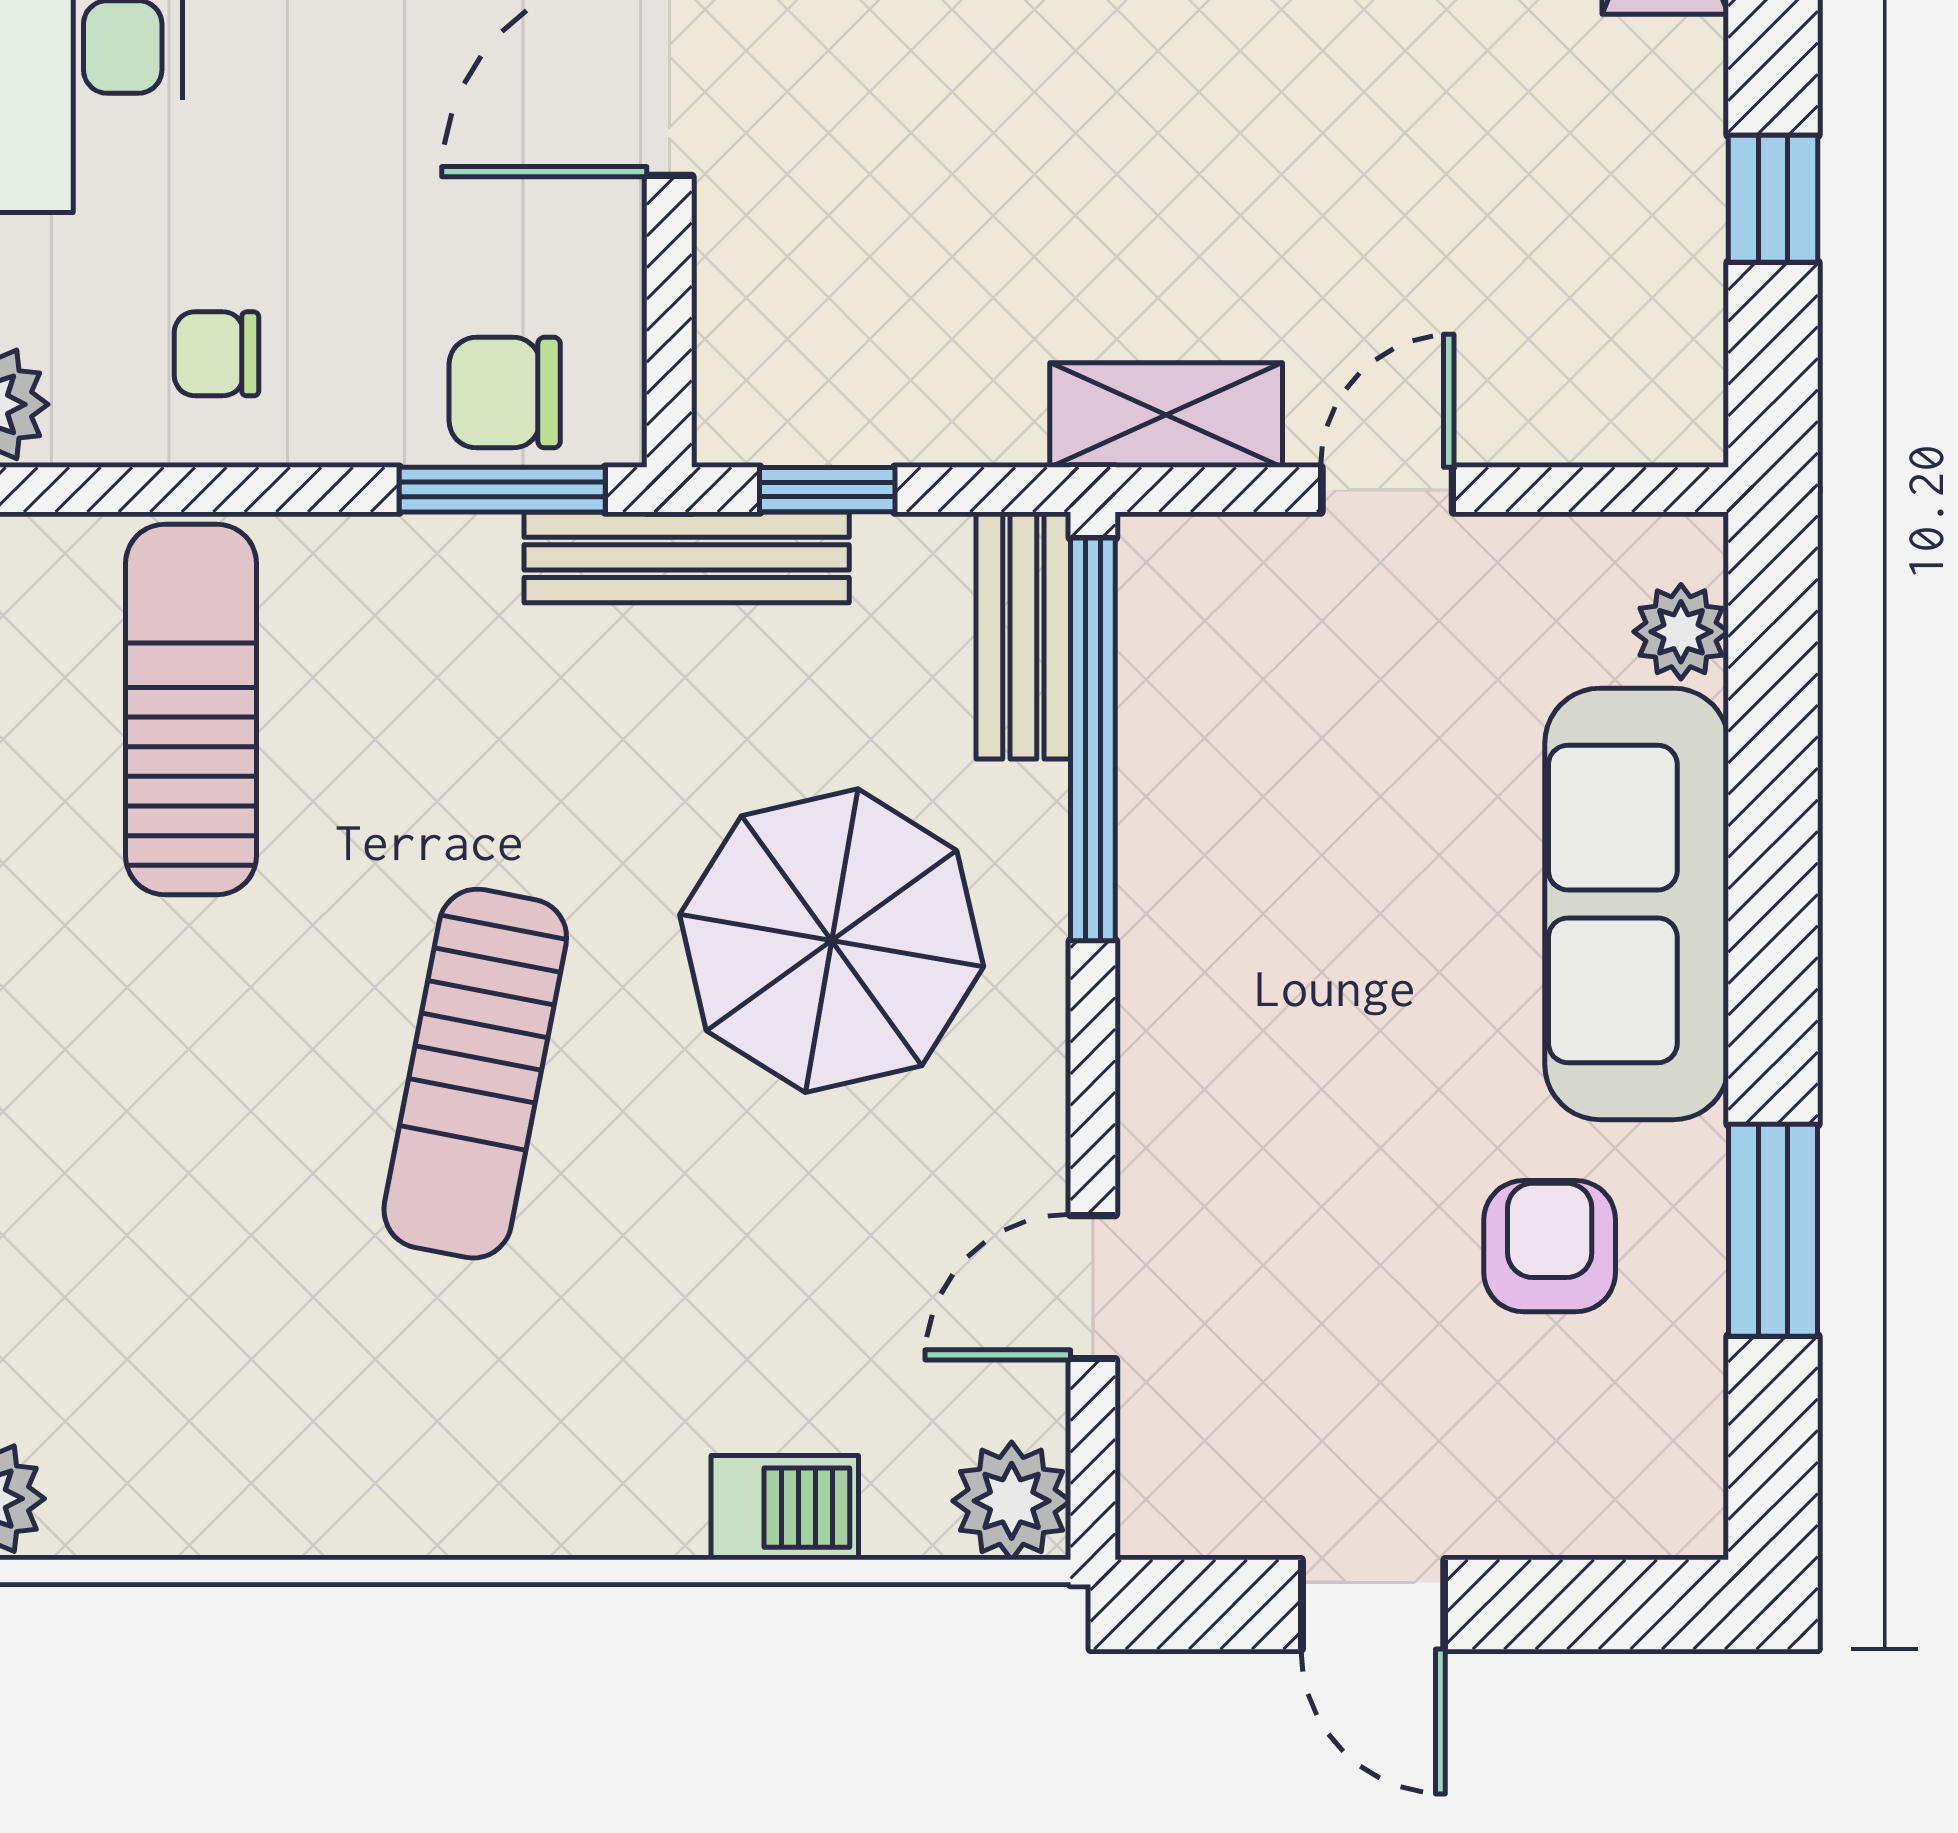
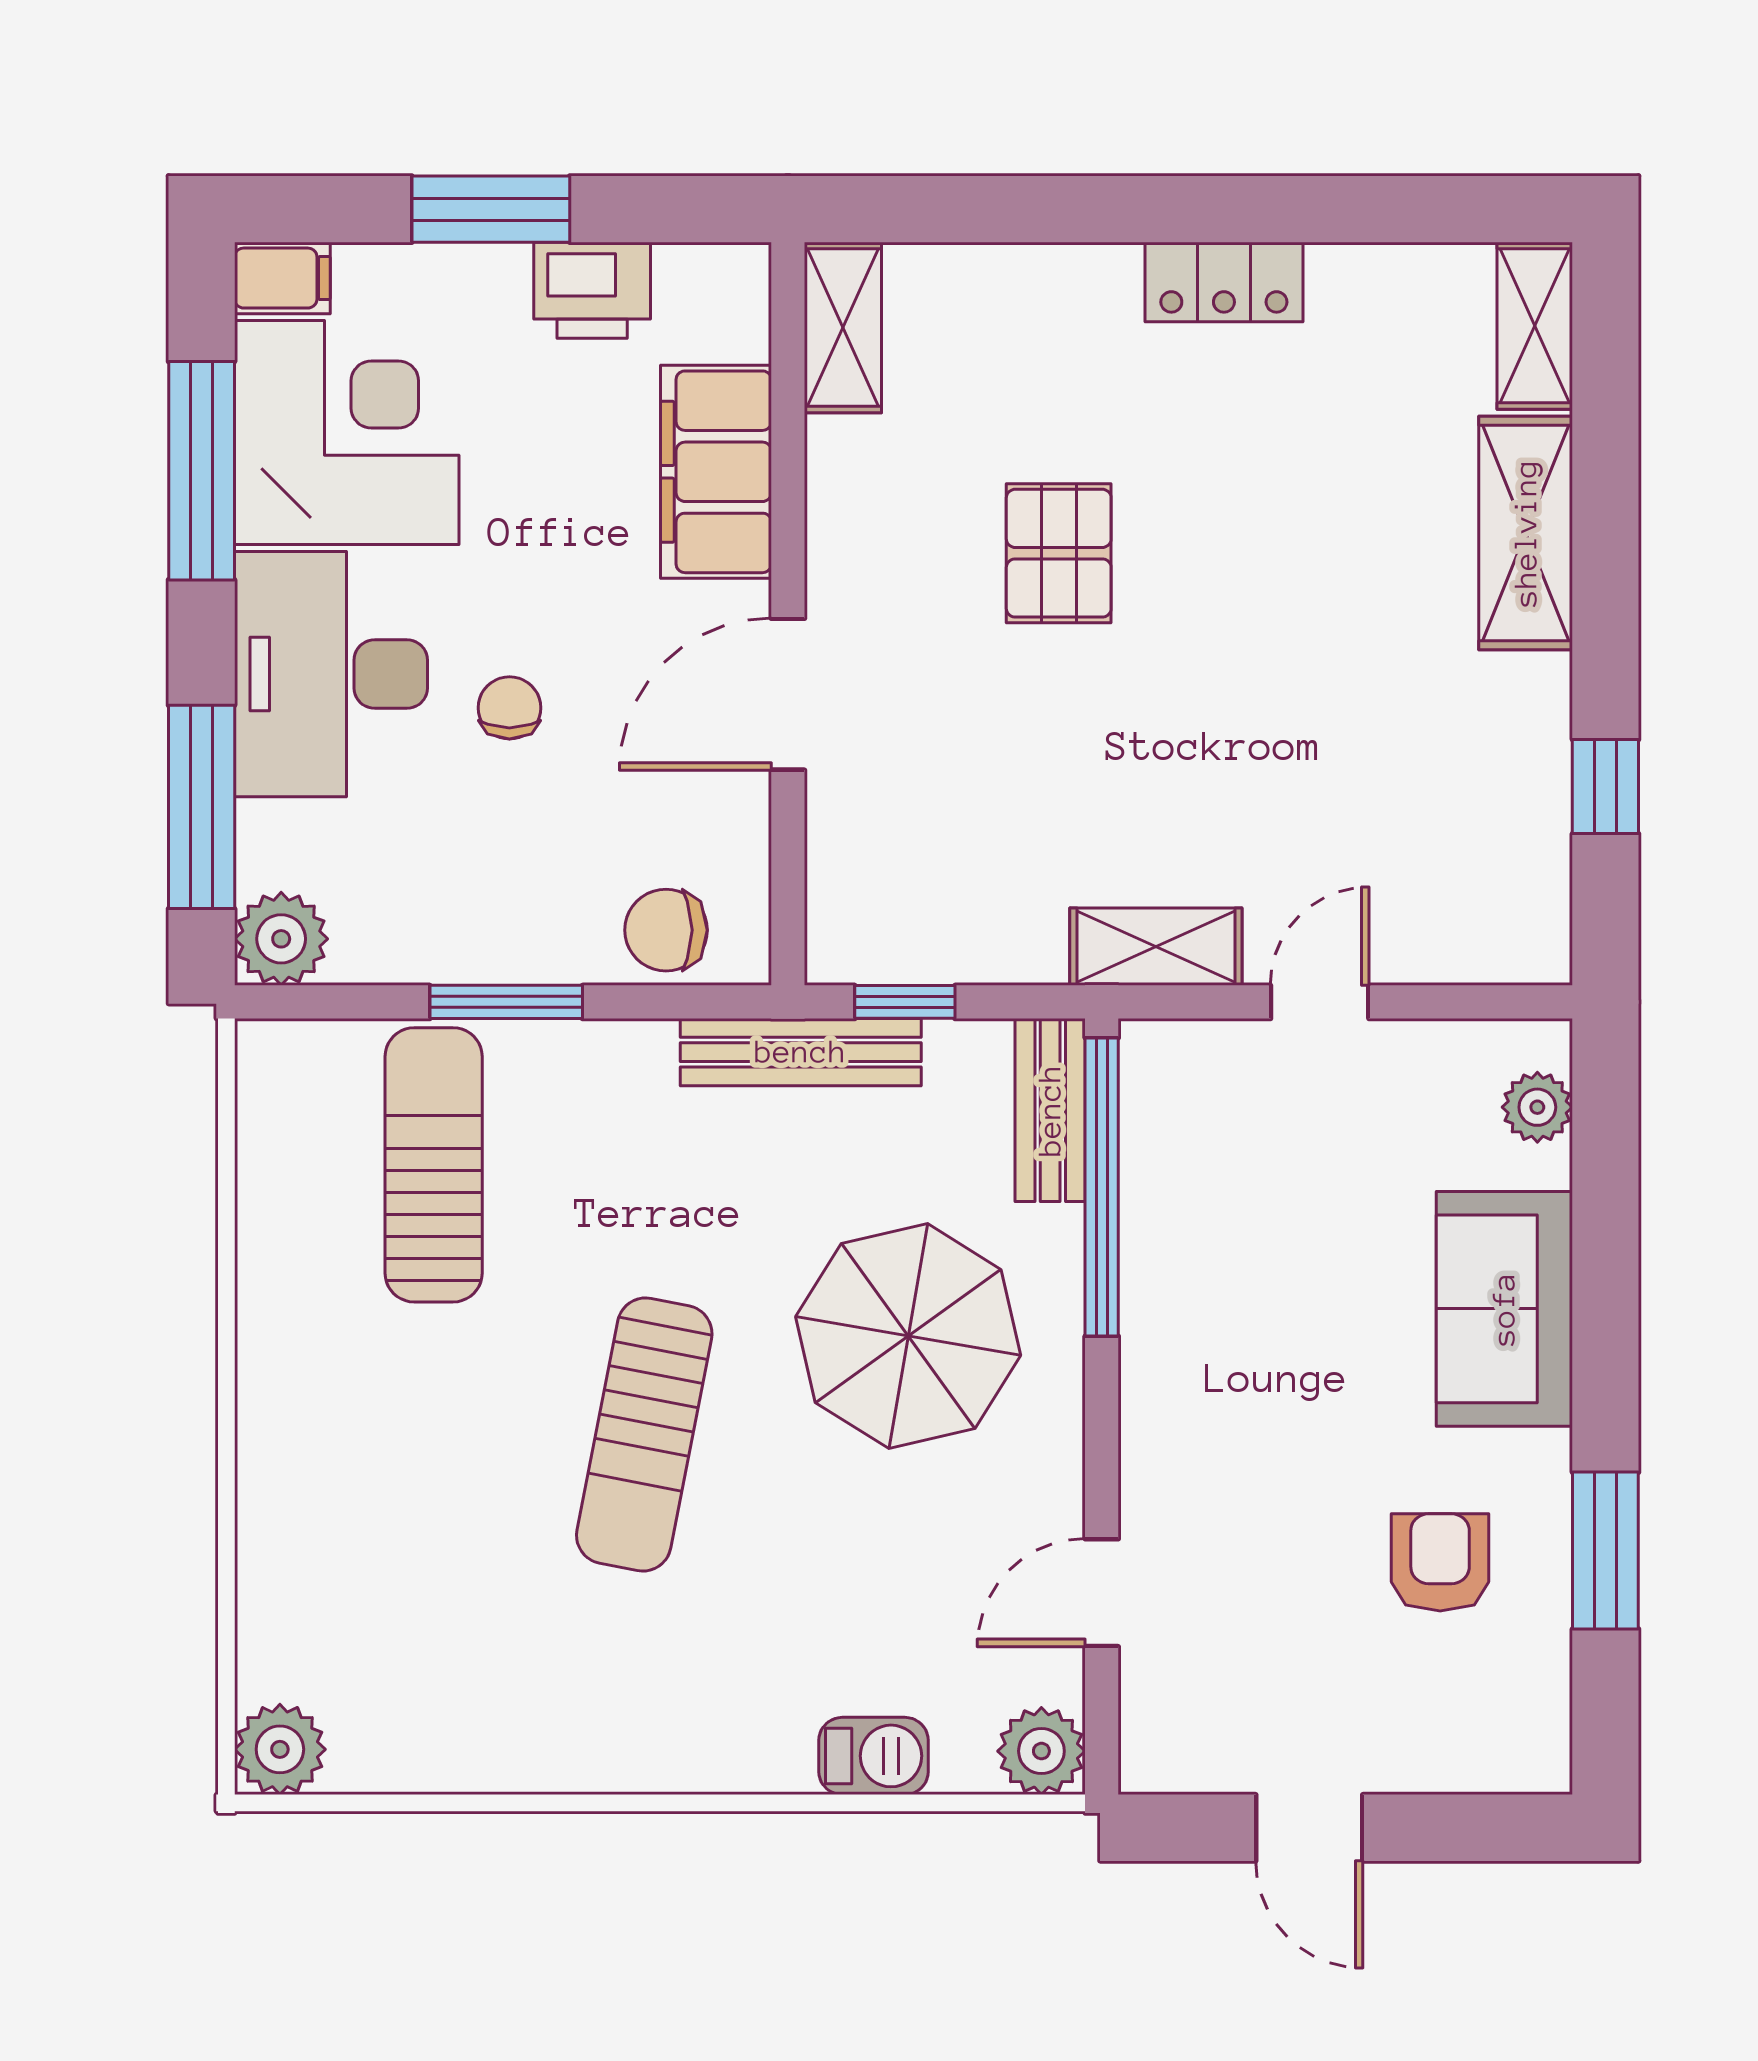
chair: (216, 354) -> (509, 708), moved, turned 90
window: (502, 490) -> (506, 1002), moved
sofa: (1637, 904) -> (1504, 1309), width x0.73

